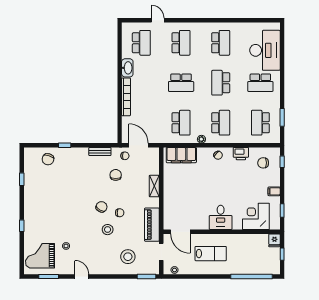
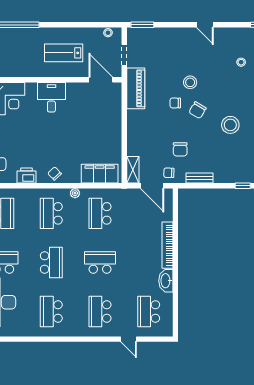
shelving: (154, 186) -> (133, 170), moved
stool: (128, 257) -> (230, 125), moved
door: (82, 276) -> (205, 25), moved

